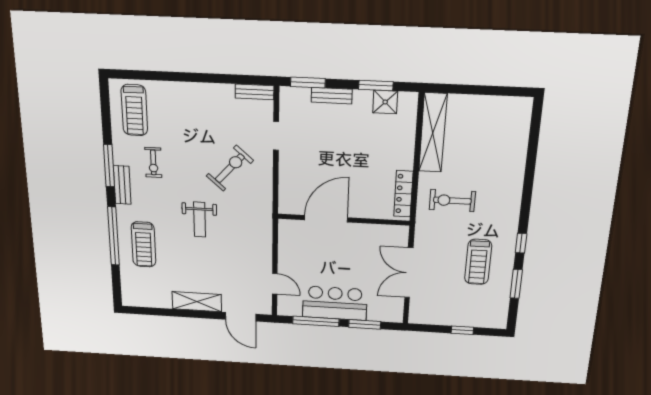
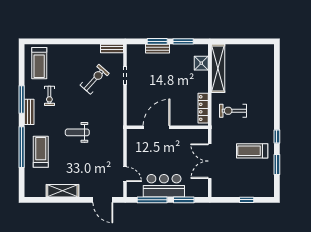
window: (308, 82) -> (157, 41), moved
shower: (385, 102) -> (201, 63), moved
exercise bike: (230, 168) -> (95, 79), moved
weight bench: (200, 219) -> (77, 132), turned 90
treadmill: (144, 244) -> (41, 152), turned 180
treadmill: (478, 262) -> (252, 151), turned 90
shelving: (197, 302) -> (62, 191), moved

